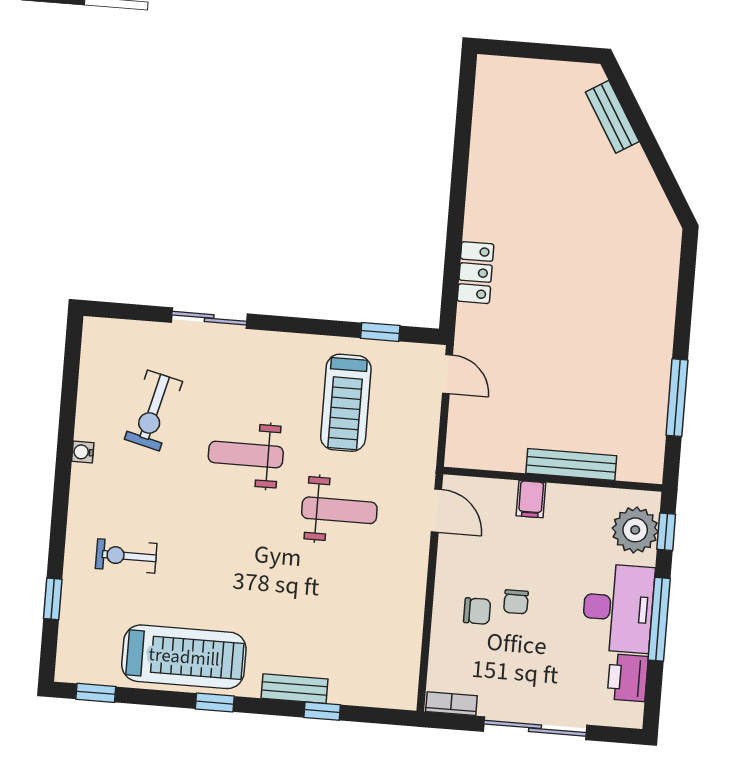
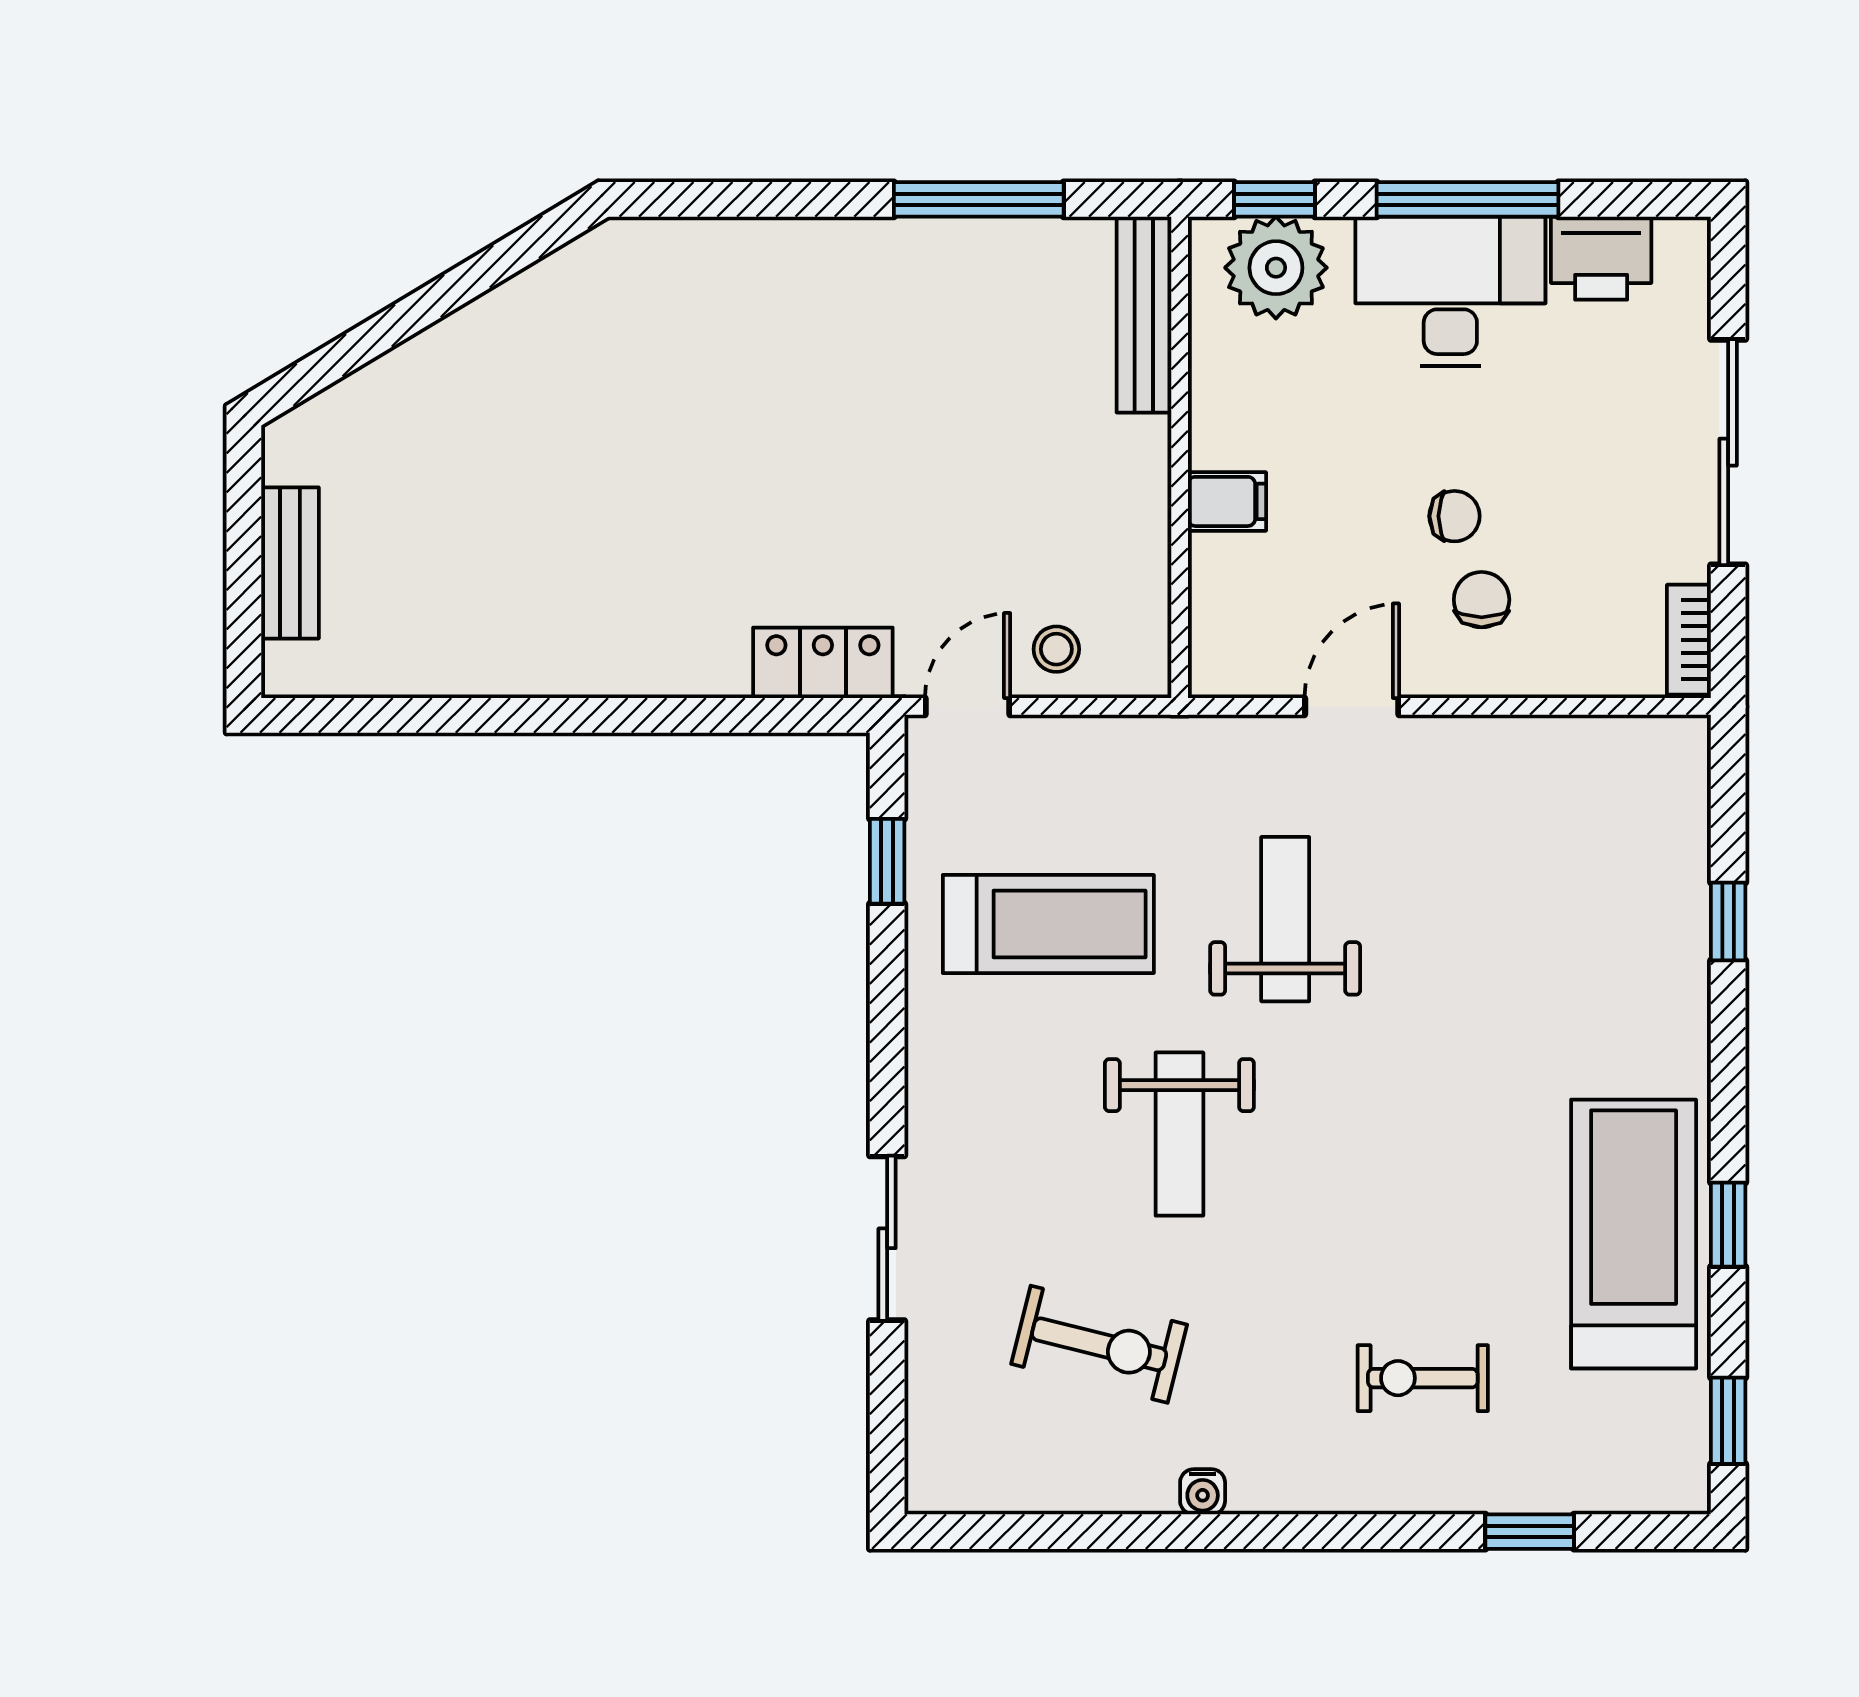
bench: (612, 117) -> (290, 563), moved, turned -59
locker: (475, 273) -> (823, 663), moved
stool: (470, 416) -> (1056, 649), added
bench: (571, 465) -> (1144, 315), moved
door: (436, 511) -> (1352, 706), moved
exercise bike: (126, 556) -> (1423, 1378), turned 90
bench: (295, 689) -> (1684, 986), removed
window: (215, 702) -> (1728, 1225), moved

